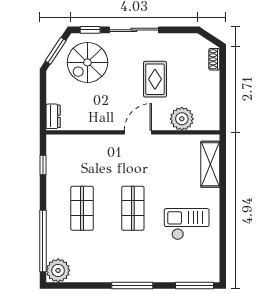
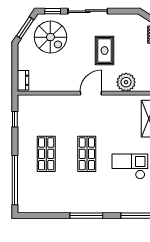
spiral stairs: (87, 62) -> (50, 37), turned -90
plant: (58, 270) -> (27, 204), removed

